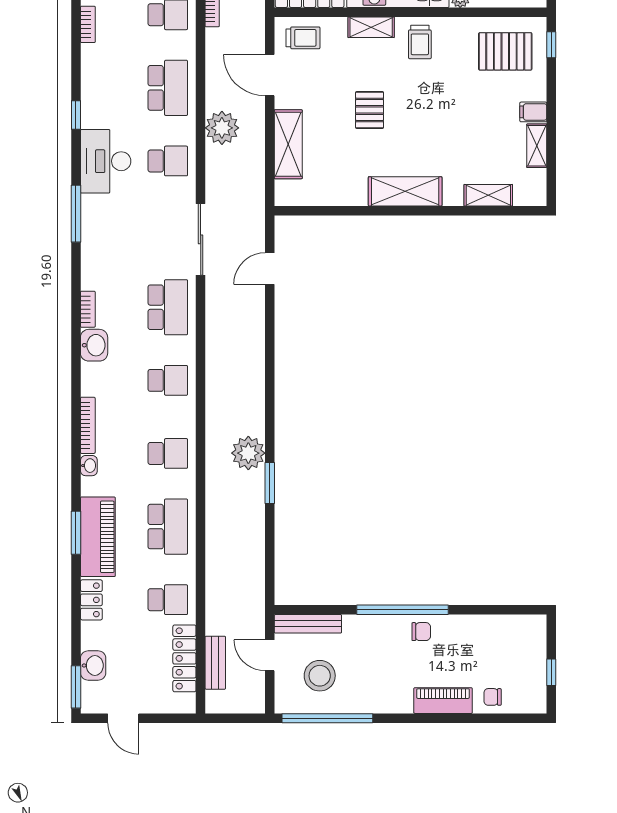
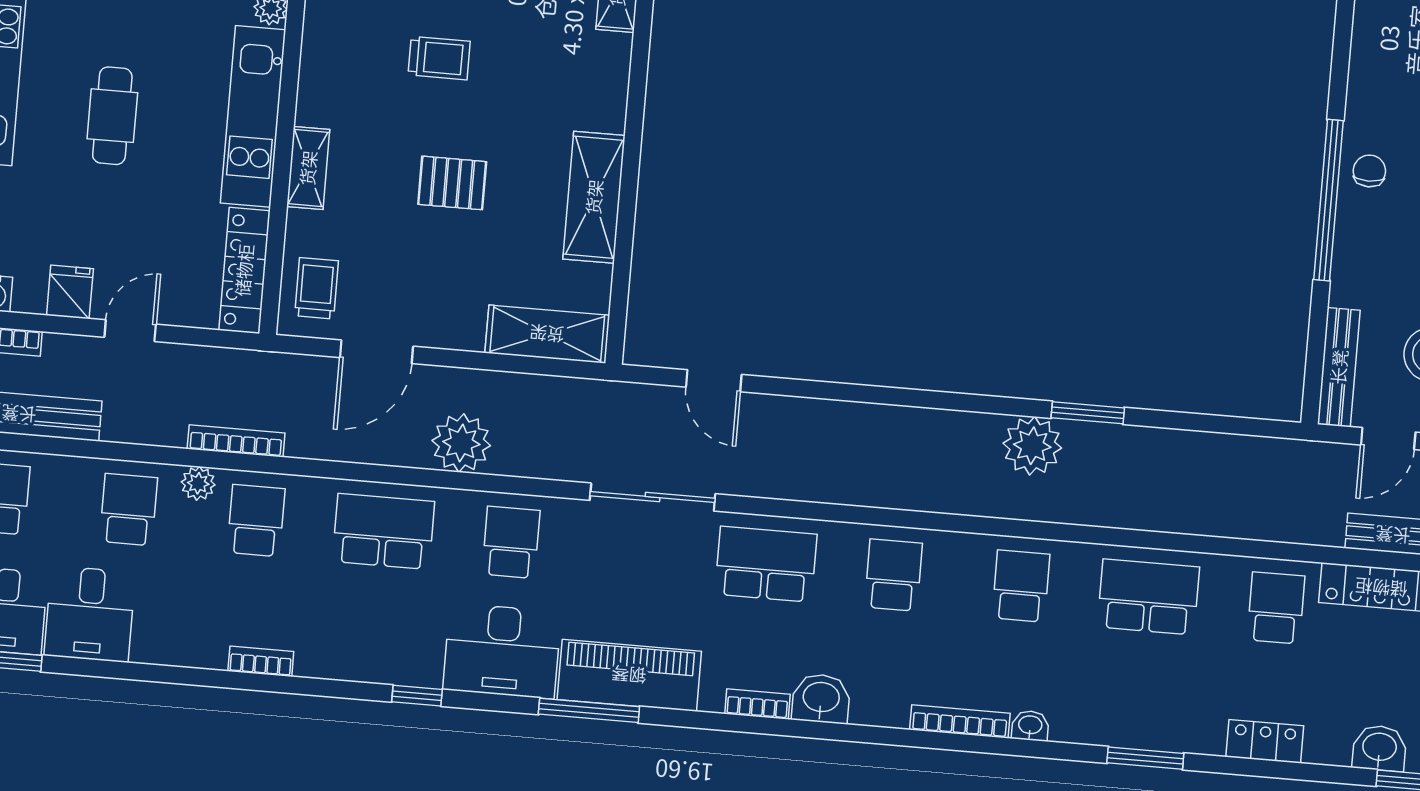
trolley: (420, 42) -> (439, 58), moved
shelving: (288, 144) -> (547, 334), moved
shelving: (405, 191) -> (594, 197), moved
piano: (98, 537) -> (629, 675), moved

